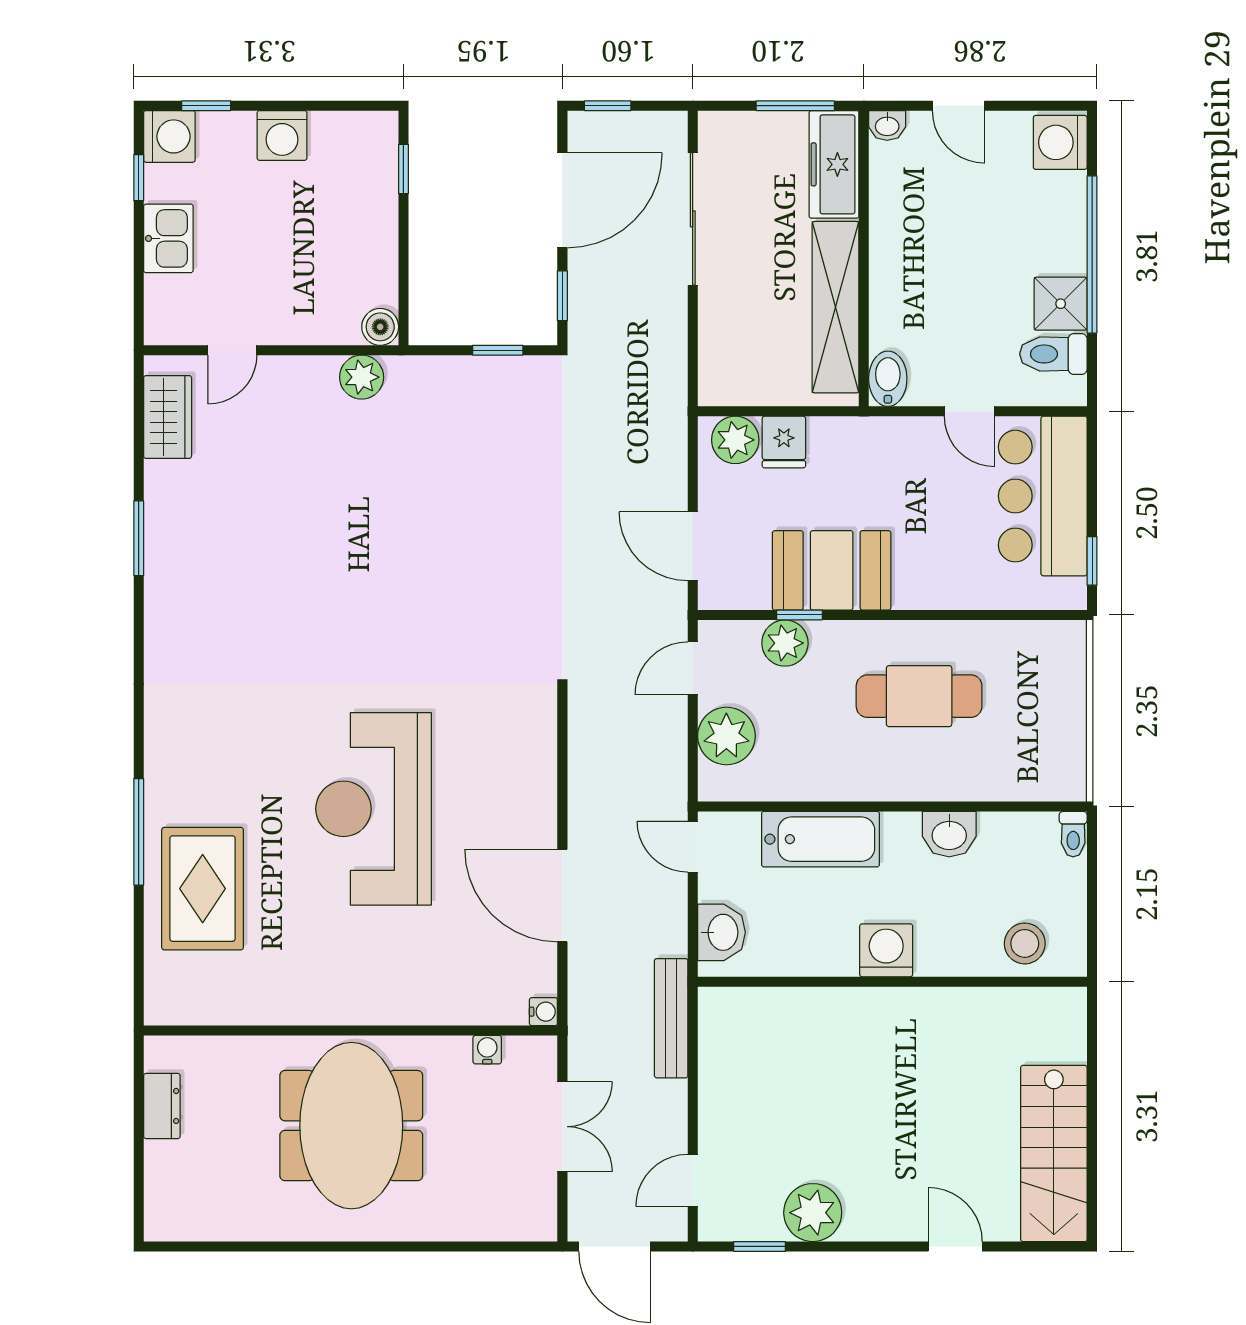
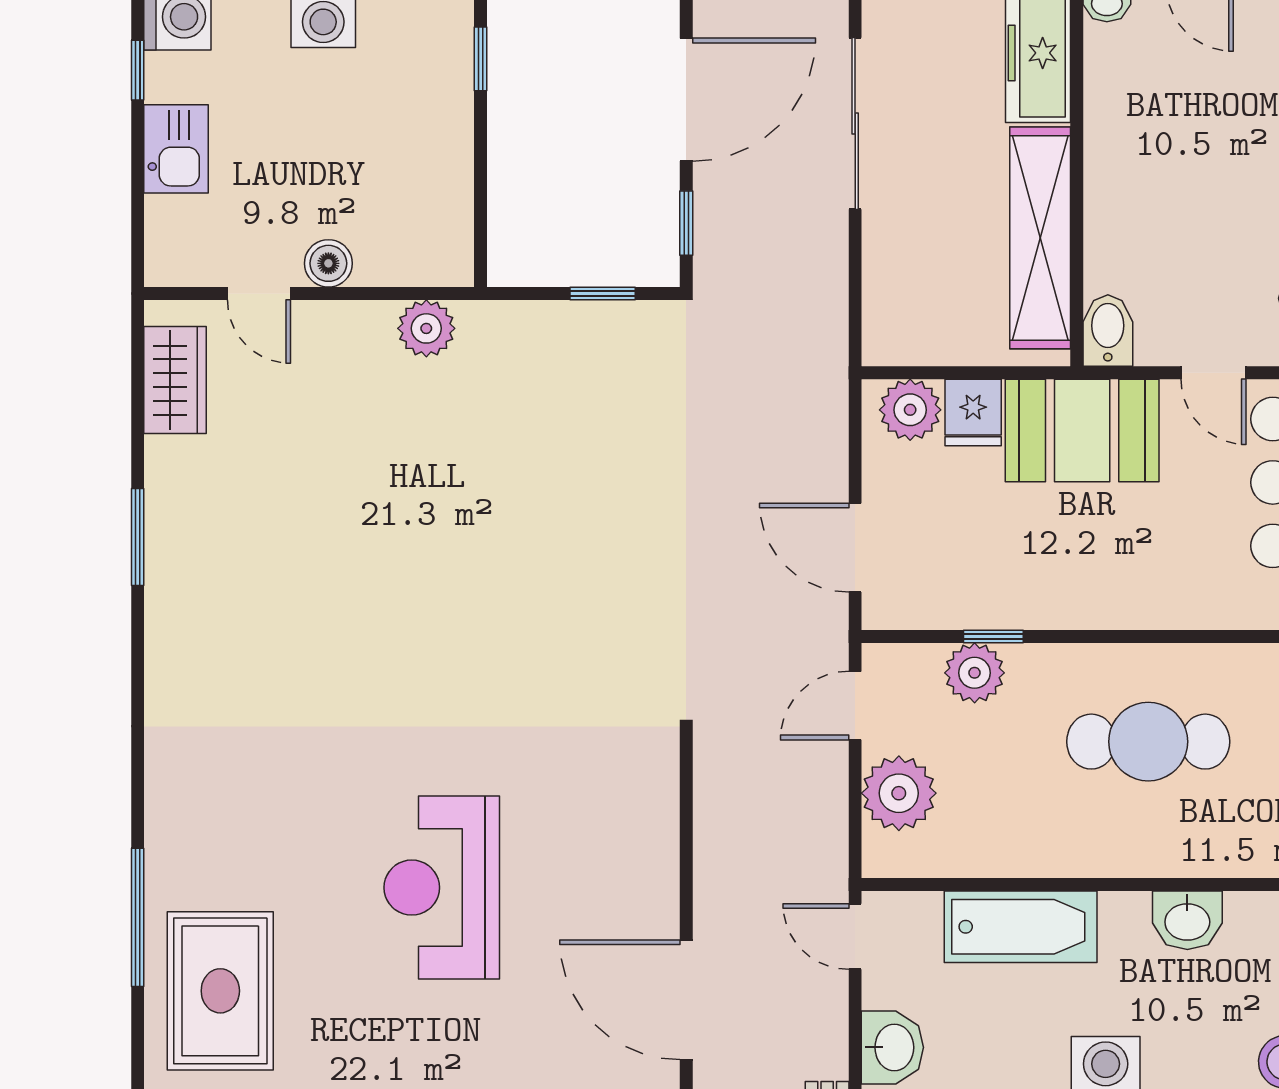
boiler: (380, 327) -> (328, 263), moved
door: (232, 350) -> (259, 294), hinge flipped
booth: (832, 570) -> (1082, 430), moved
reception desk: (374, 809) -> (442, 888), width x0.74, depth x0.77

